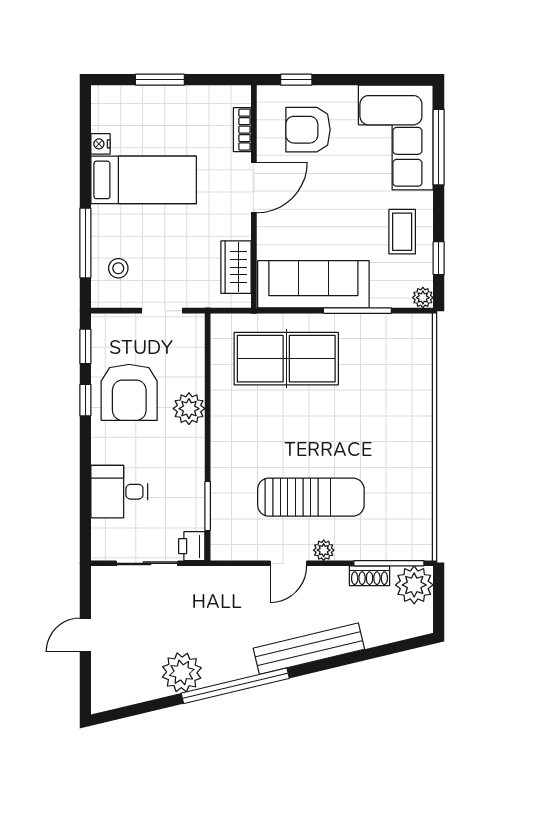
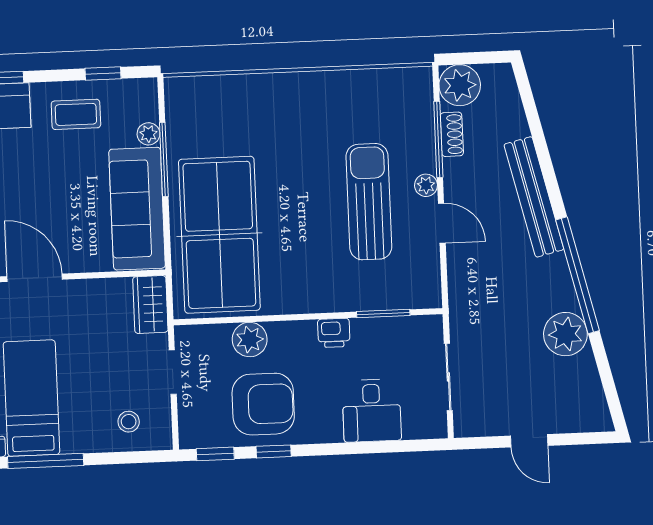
window: (85, 243) -> (46, 461), moved
wardrobe: (236, 267) -> (150, 304), moved, turned 90
plant: (423, 298) -> (148, 134), moved
table tennis table: (286, 359) -> (219, 235), width x1.36, depth x1.32
plant: (189, 409) -> (250, 340), moved
printer: (192, 546) -> (334, 333), moved
window: (389, 563) -> (438, 139), moved

